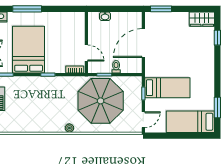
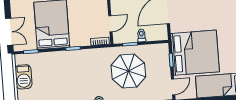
door: (86, 53) -> (110, 24), hinge flipped
bed: (167, 88) -> (195, 53), width x2.04
parasol: (101, 101) -> (128, 71), width x0.73, depth x0.73

